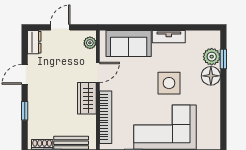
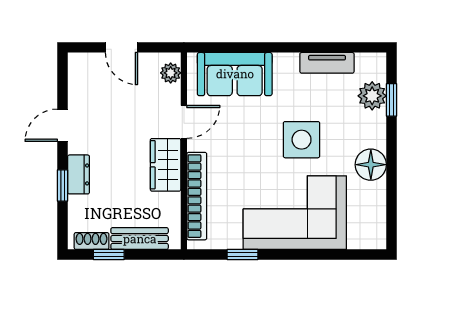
door: (60, 27) -> (121, 47), swing flipped
tv unit: (169, 37) -> (327, 63), moved
dresser: (34, 42) -> (79, 174), moved
floor lamp: (211, 76) -> (371, 165), moved

